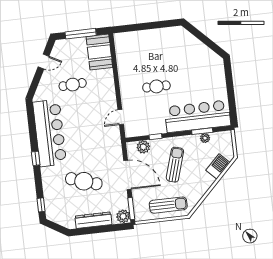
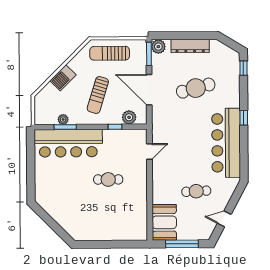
barbecue: (218, 166) -> (63, 78), moved
cafe table: (84, 181) -> (196, 88), turned -33

